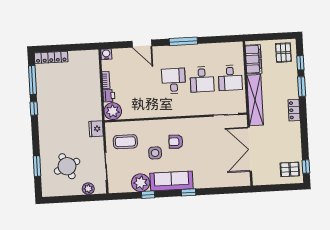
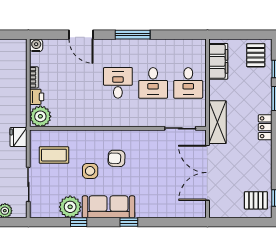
shelving: (255, 100) -> (218, 122), width x0.68

